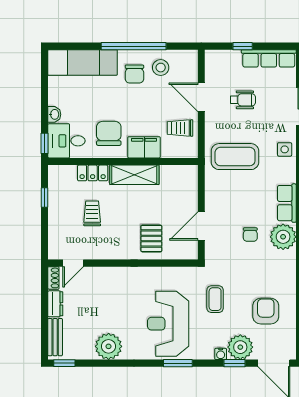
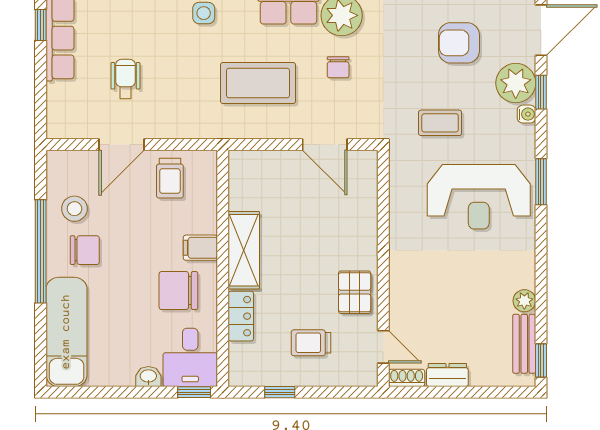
window: (243, 46) -> (41, 25), moved
filing cabinet: (144, 147) -> (200, 248), width x0.50
coffee table: (235, 157) -> (258, 83), moved, turned 90
trolley: (92, 213) -> (311, 343), moved
chair: (250, 235) -> (338, 67), turned 90
pallet: (151, 238) -> (355, 292), moved, turned 90
bench: (55, 337) -> (524, 344), moved, turned 90
plant: (109, 346) -> (524, 301), width x0.53, depth x0.53

